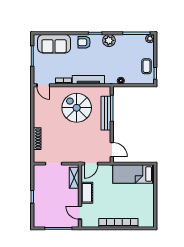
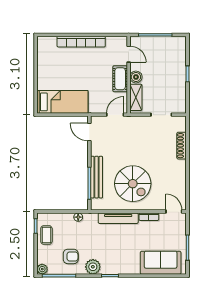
armchair: (84, 42) -> (71, 256), moved
boiler: (74, 194) -> (136, 77), added

